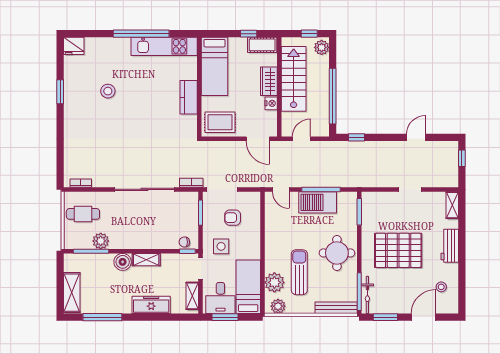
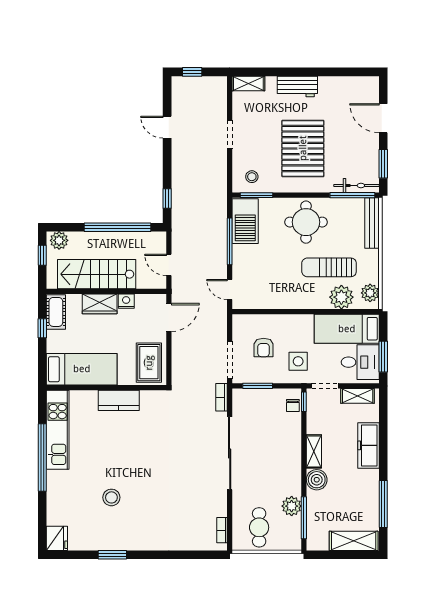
door: (281, 189) -> (230, 290), swing flipped
barbecue: (318, 202) -> (245, 221), moved
stool: (441, 287) -> (252, 177), moved

